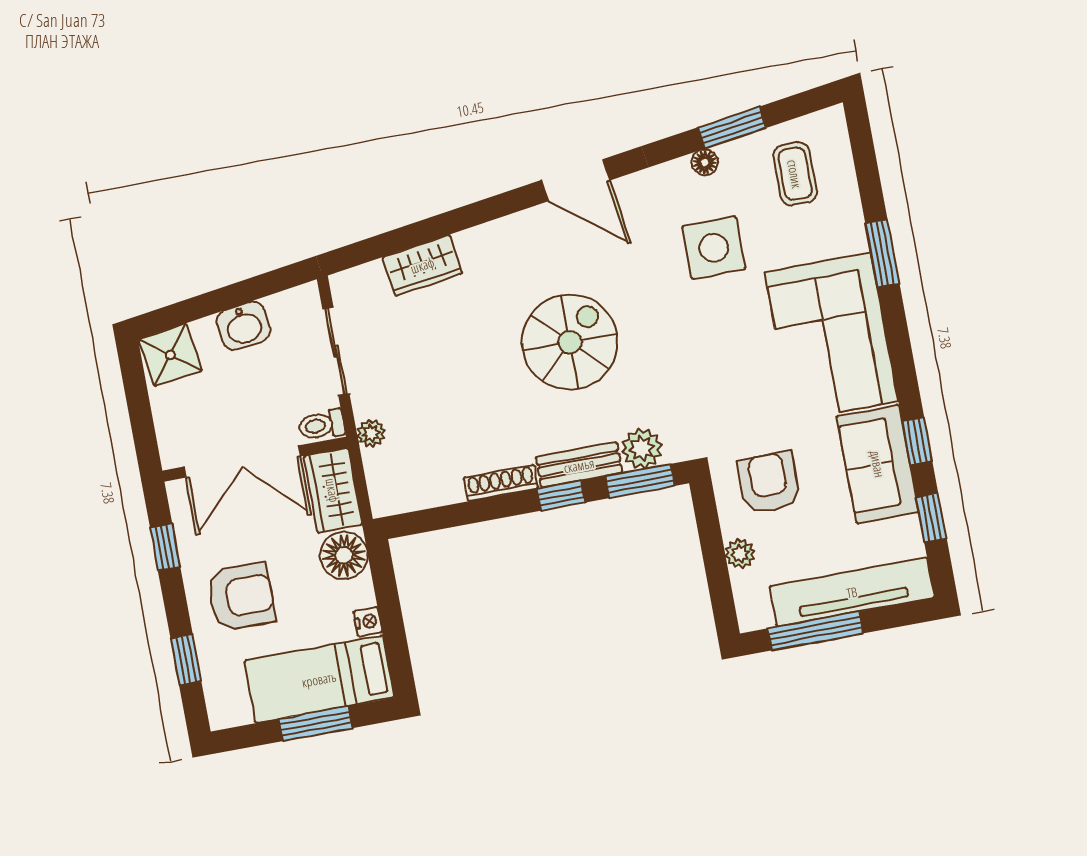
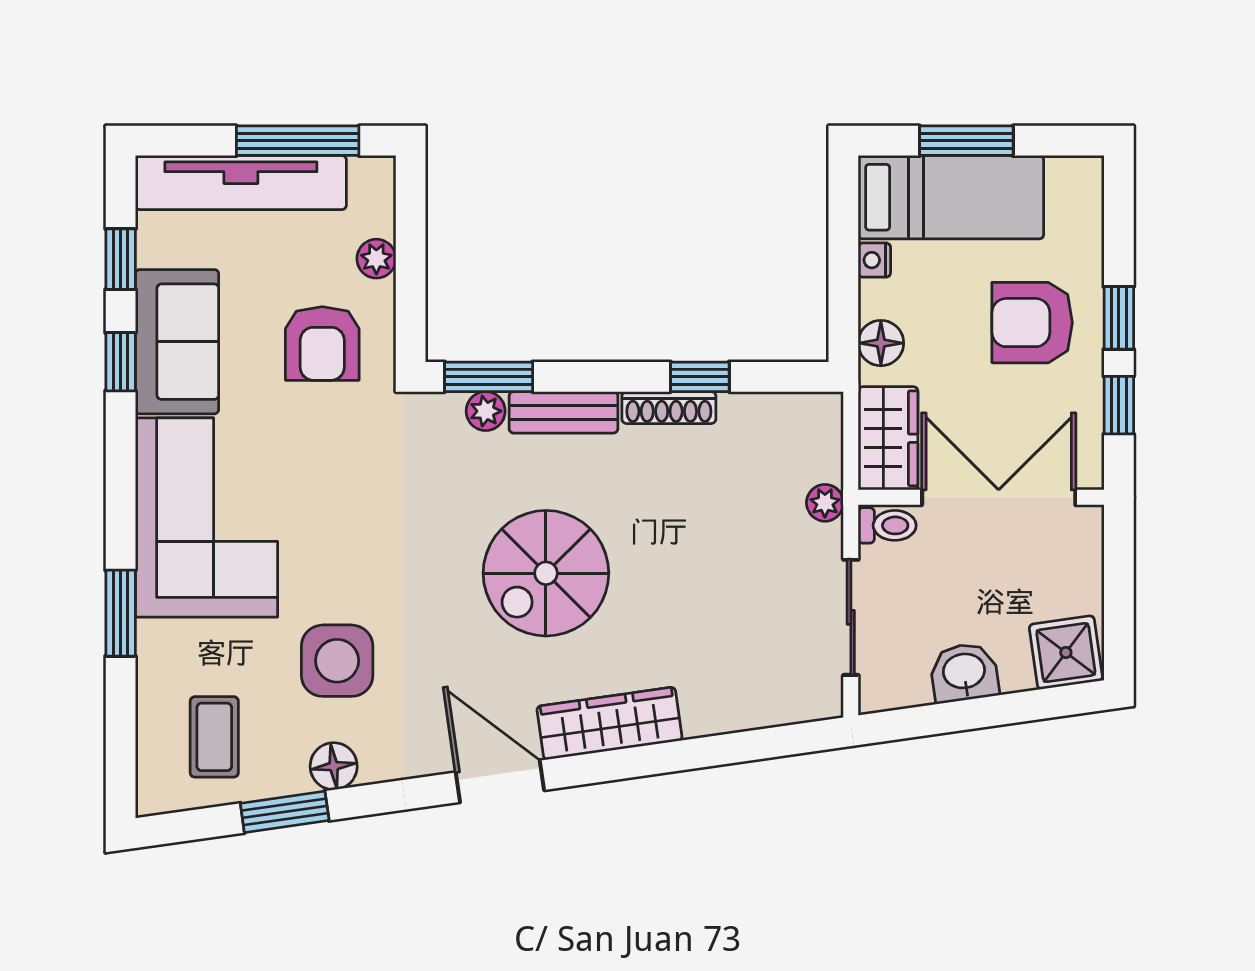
floor lamp: (705, 162) -> (334, 766), width x1.37, depth x1.37
wardrobe: (422, 265) -> (609, 723), moved, width x1.50
plant: (642, 448) -> (486, 411), width x0.73, depth x0.73
window: (561, 496) -> (700, 377), moved
floor lamp: (344, 555) -> (881, 343), width x0.73, depth x0.73
window: (186, 660) -> (1119, 318), moved

